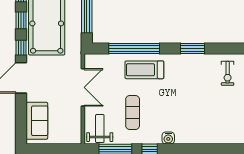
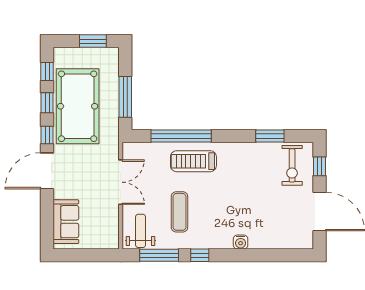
window: (193, 48) -> (270, 136), moved
exercise bike: (228, 73) -> (292, 165), width x1.38, depth x1.39
water cooler: (168, 138) -> (241, 242), moved

